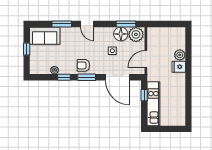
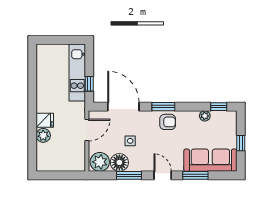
window: (126, 24) -> (129, 175), moved
sofa: (45, 36) -> (210, 160), width x1.36
window: (64, 77) -> (219, 107), moved

